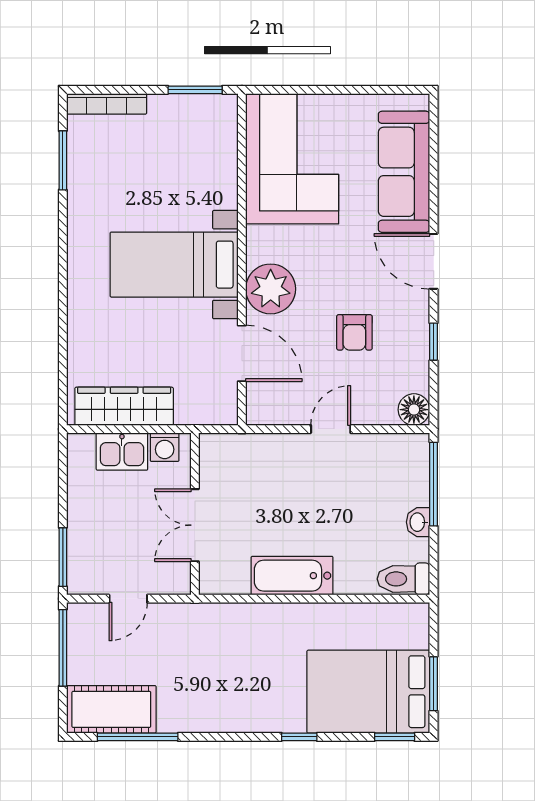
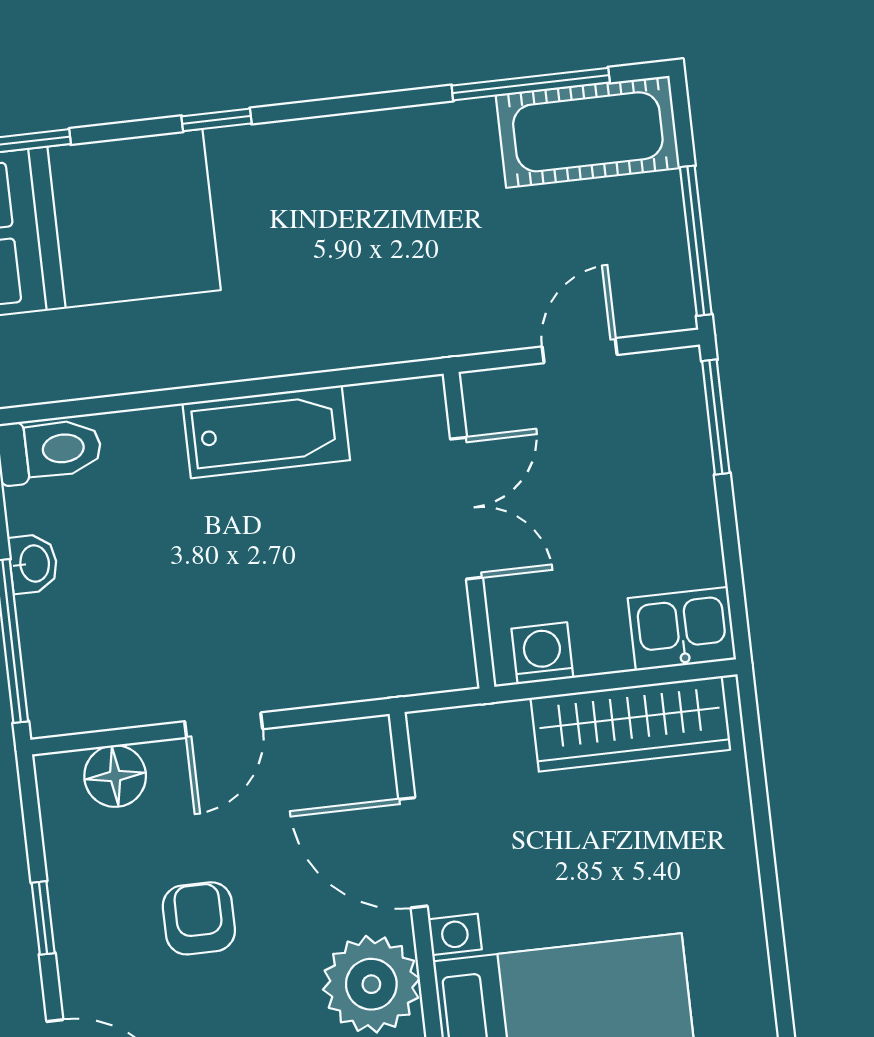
floor lamp: (414, 410) -> (115, 776), moved
kitchen sink: (122, 452) -> (682, 629), moved

